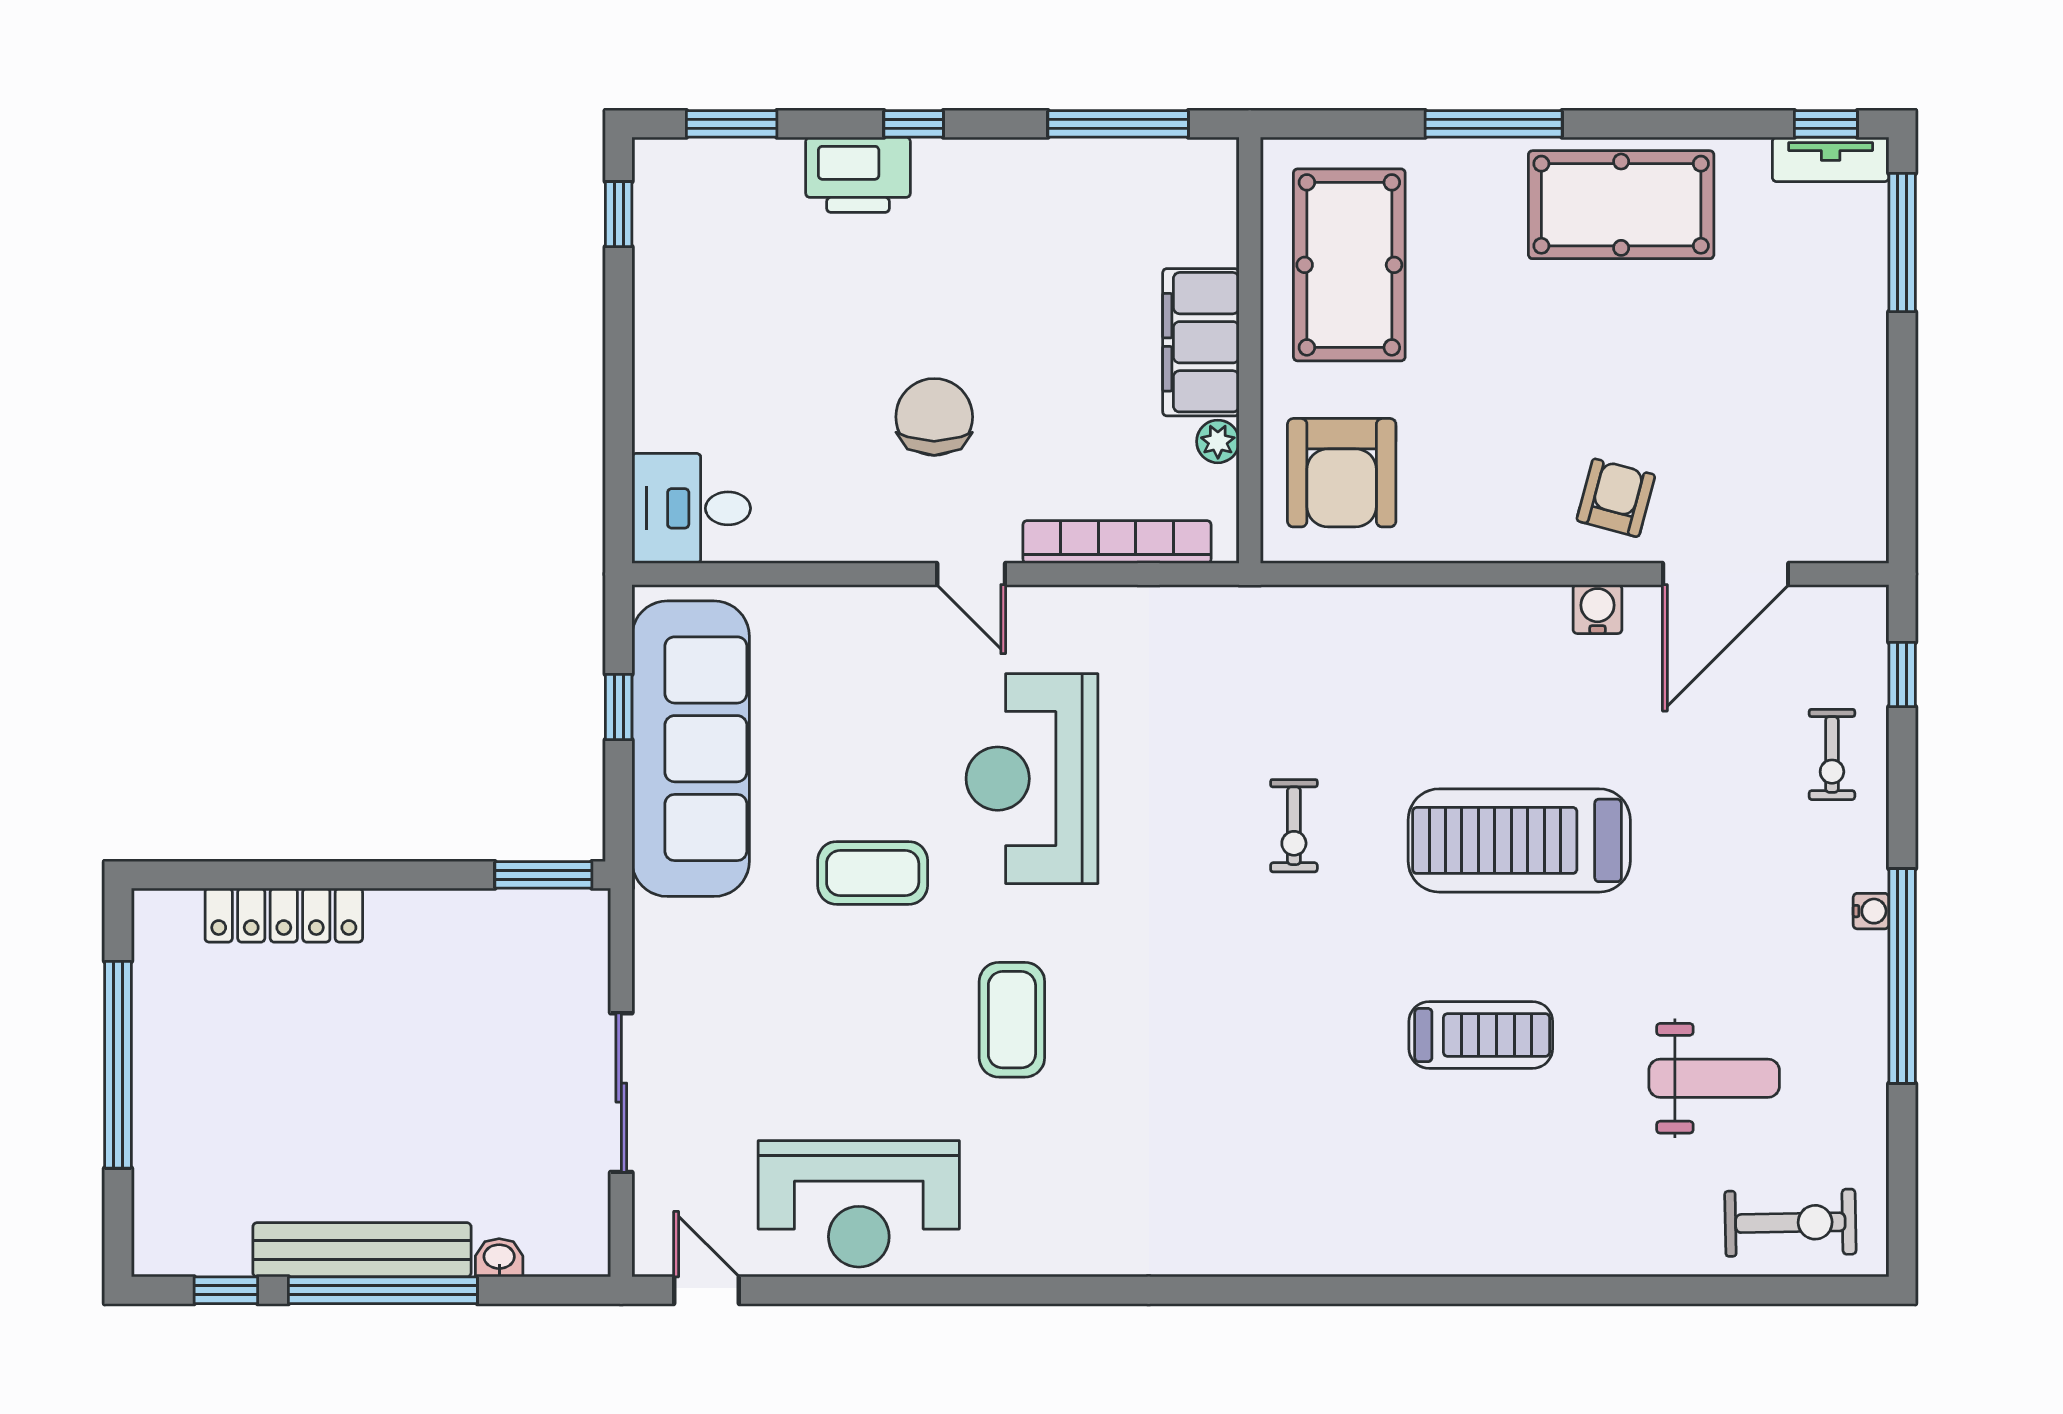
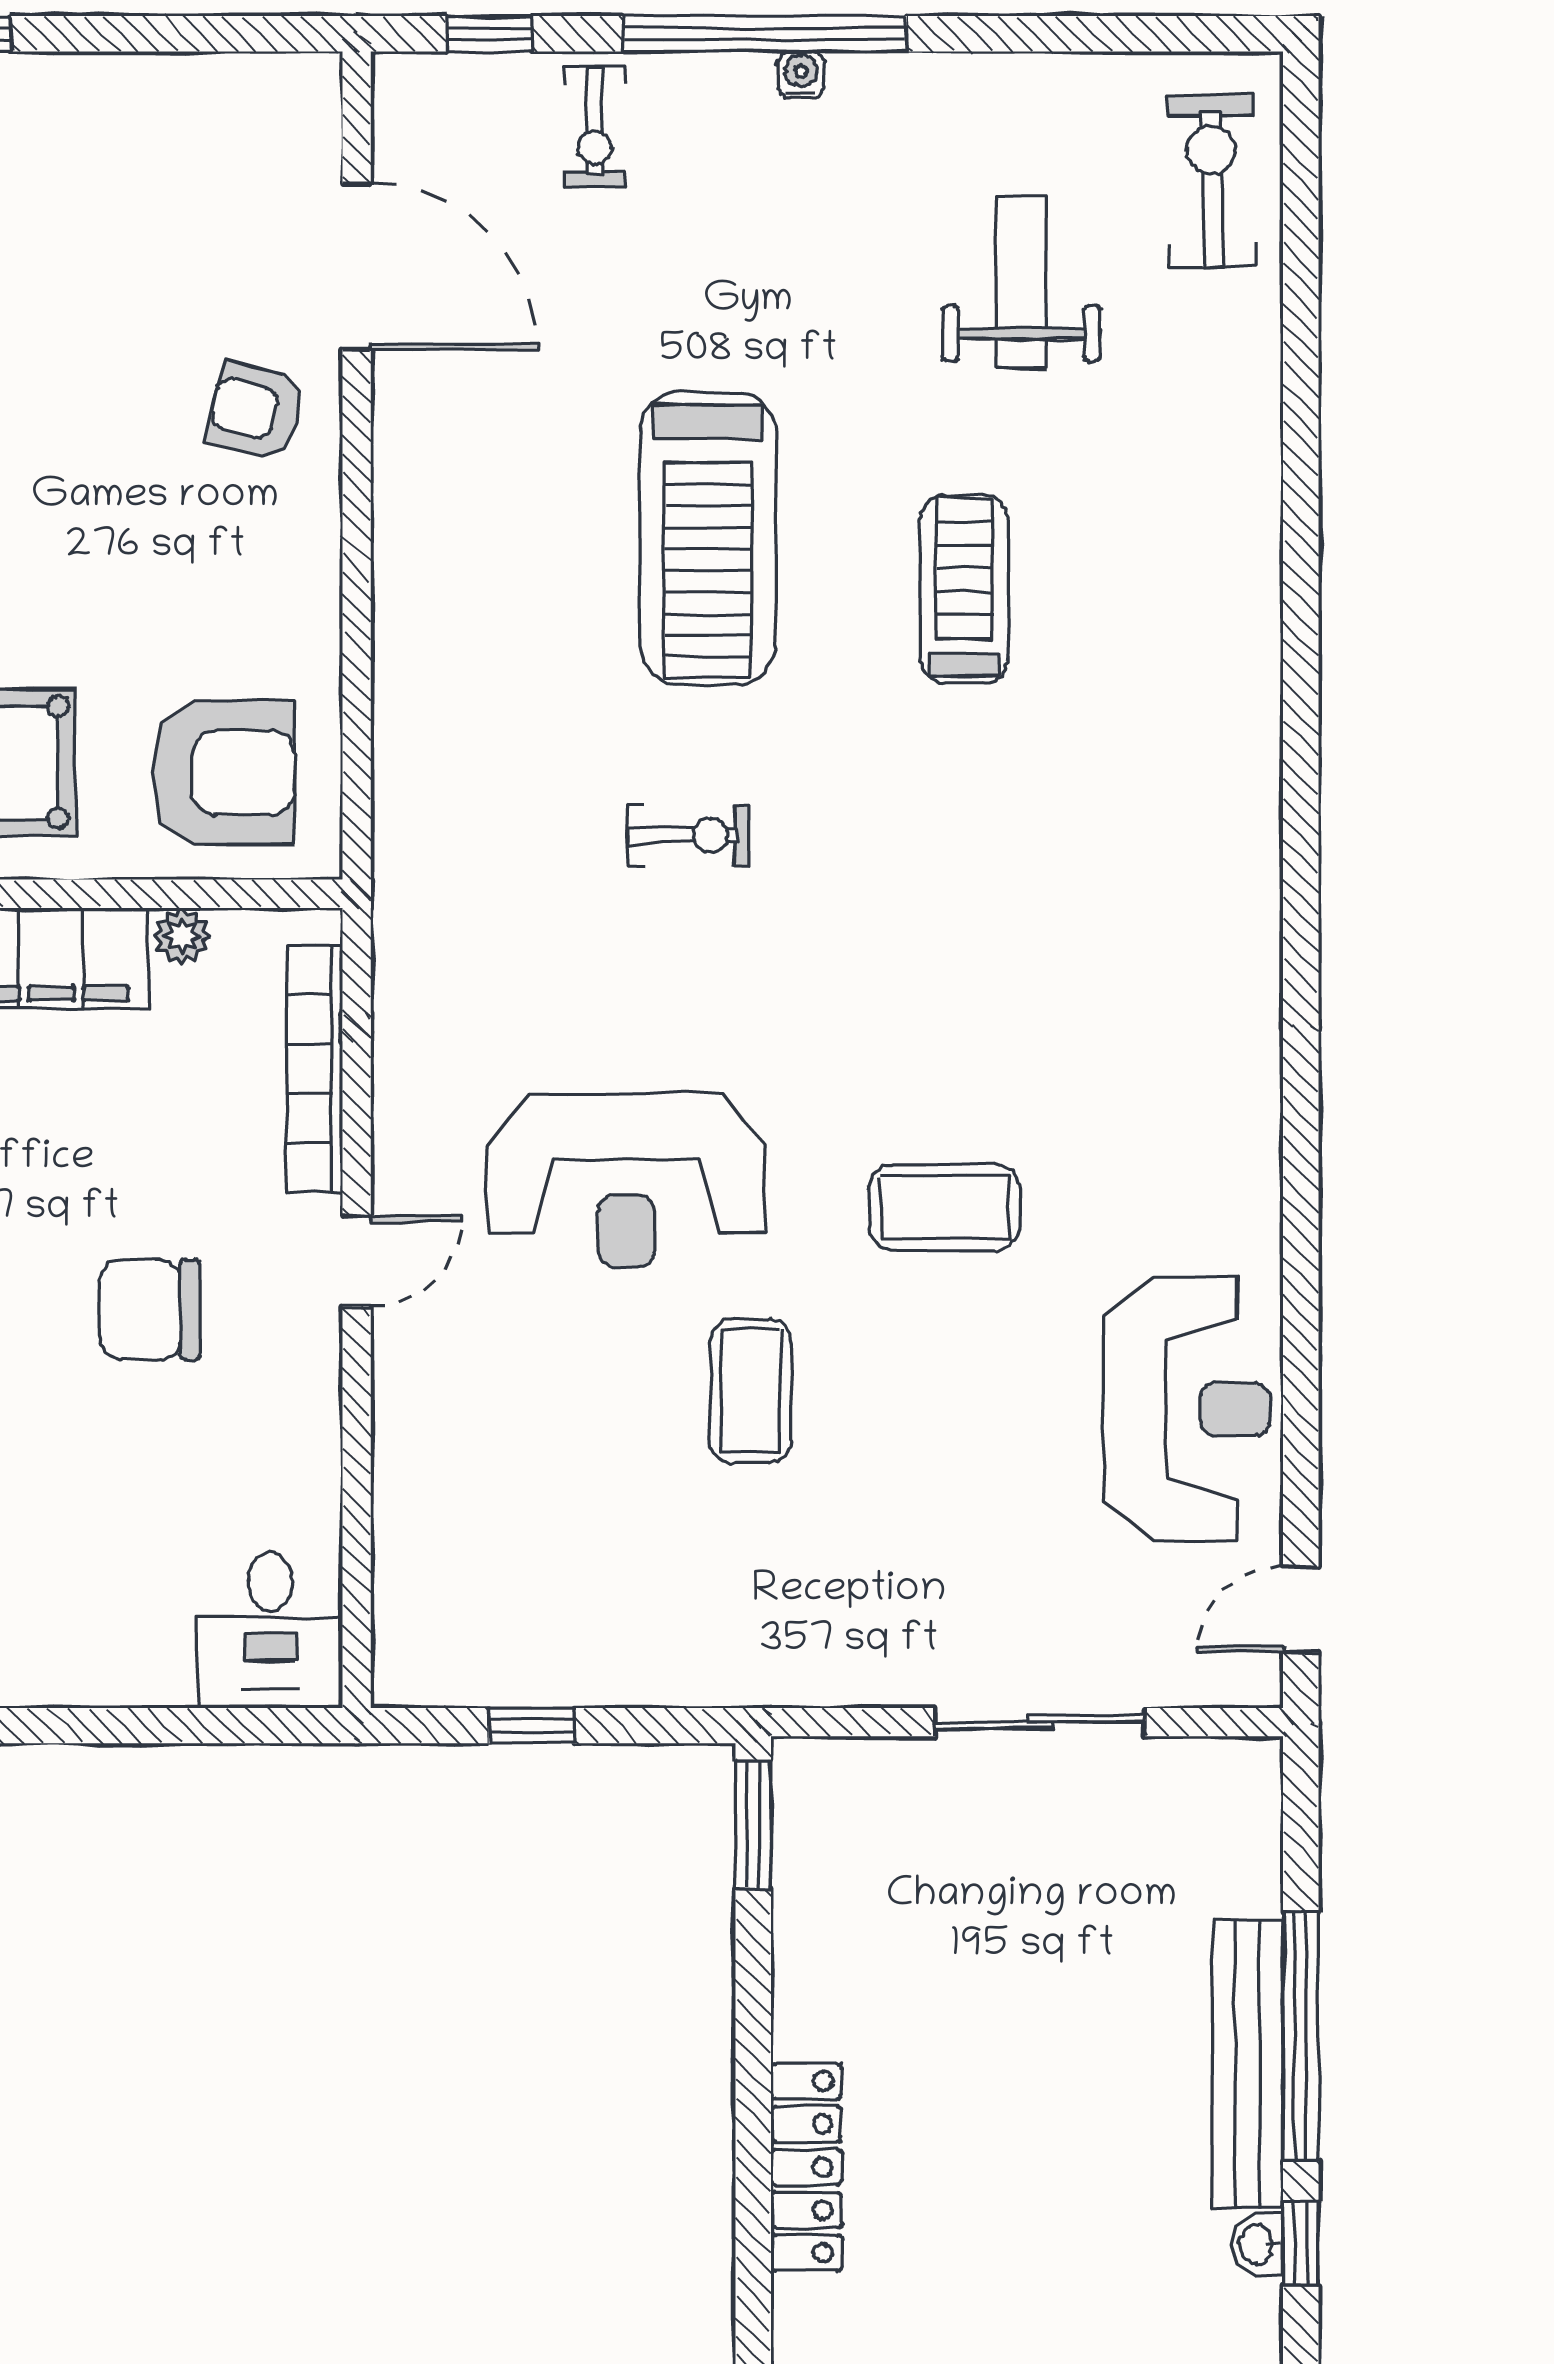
water cooler: (1597, 609) -> (403, 435), removed
sofa: (691, 749) -> (587, 1631), removed
exercise bike: (1832, 754) -> (595, 126), turned 90
window: (1902, 976) -> (765, 34), moved
washbasin: (499, 1258) -> (1258, 2245), moved

